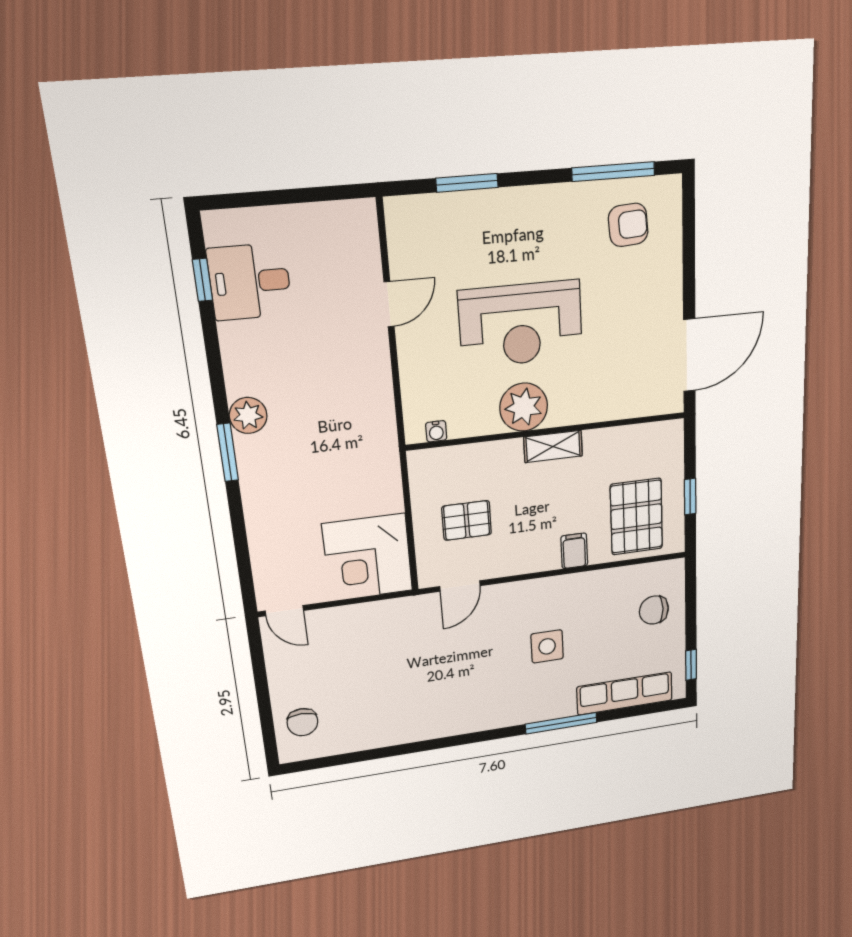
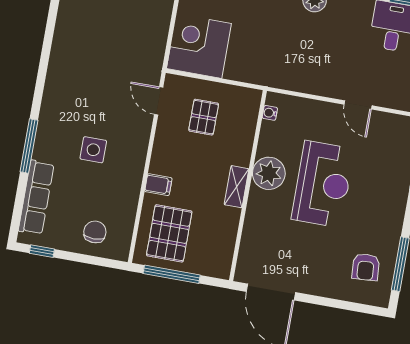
reception desk: (521, 324) -> (323, 184), turned 180
window: (690, 497) -> (172, 274), width x2.17
pallet: (636, 517) -> (169, 233), turned 90

